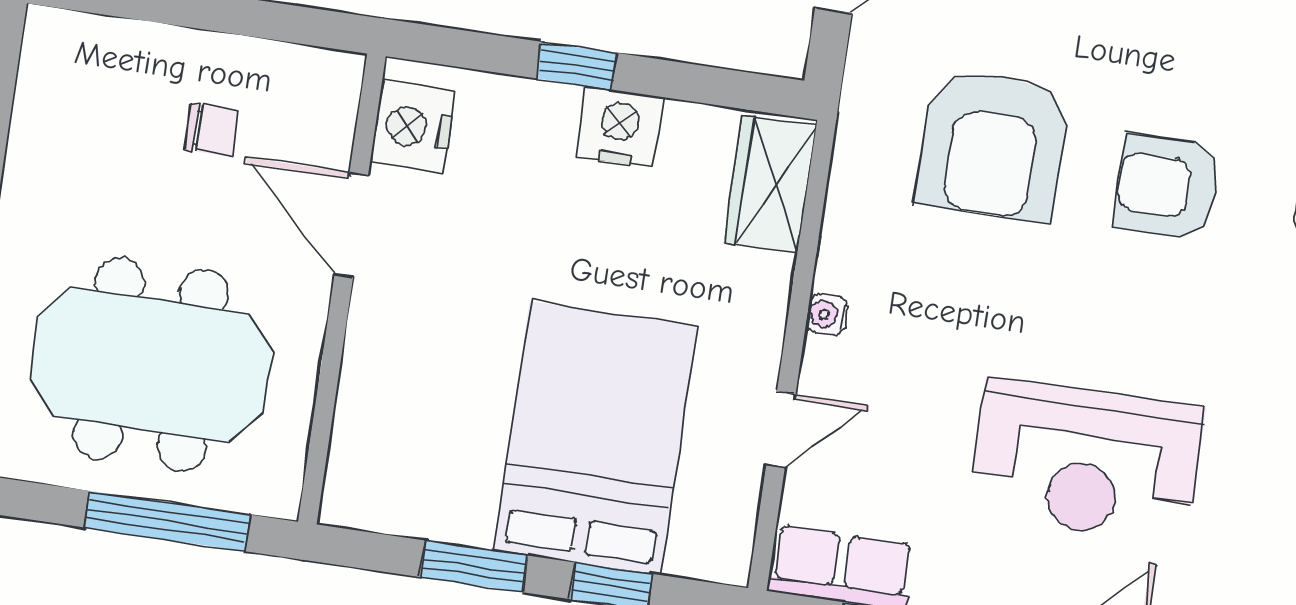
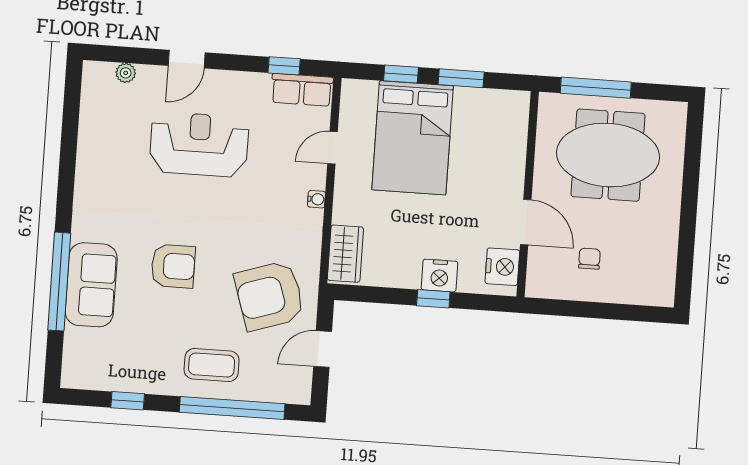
nightstand: (619, 127) -> (439, 276), moved
chair: (212, 130) -> (589, 259), turned 90
armchair: (993, 145) -> (270, 296), moved, turned -108

